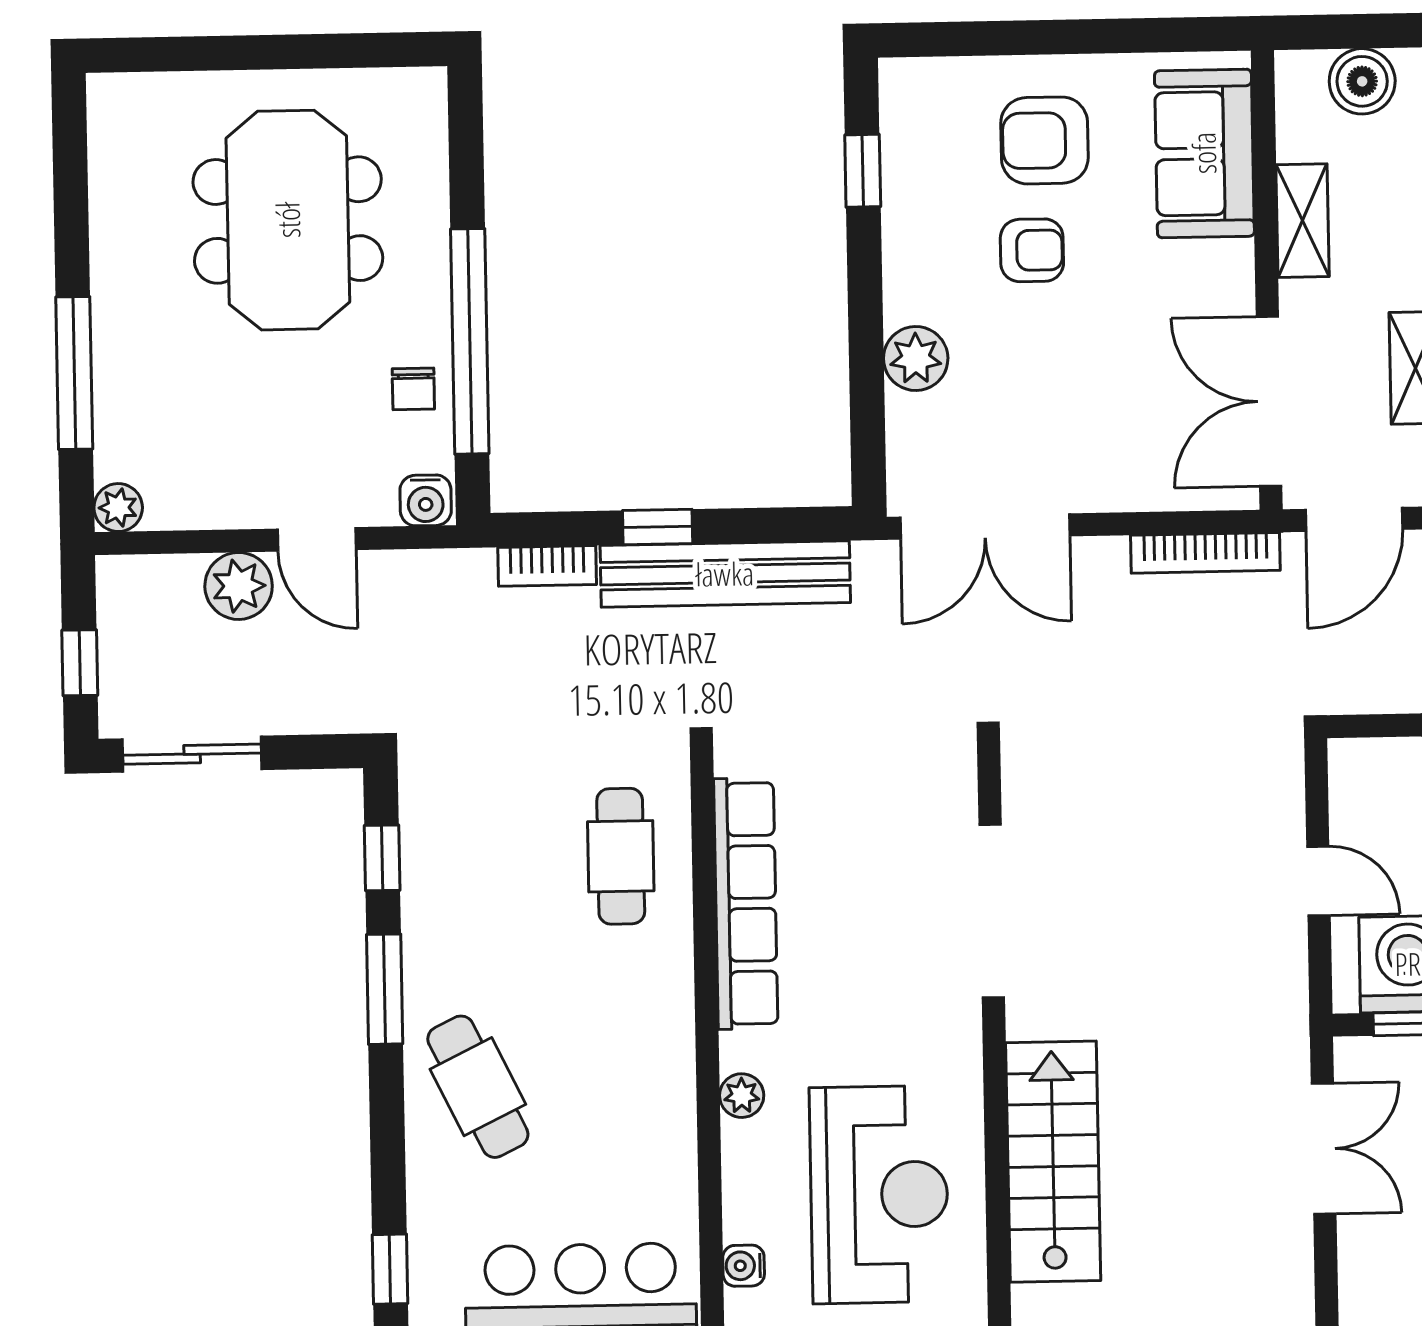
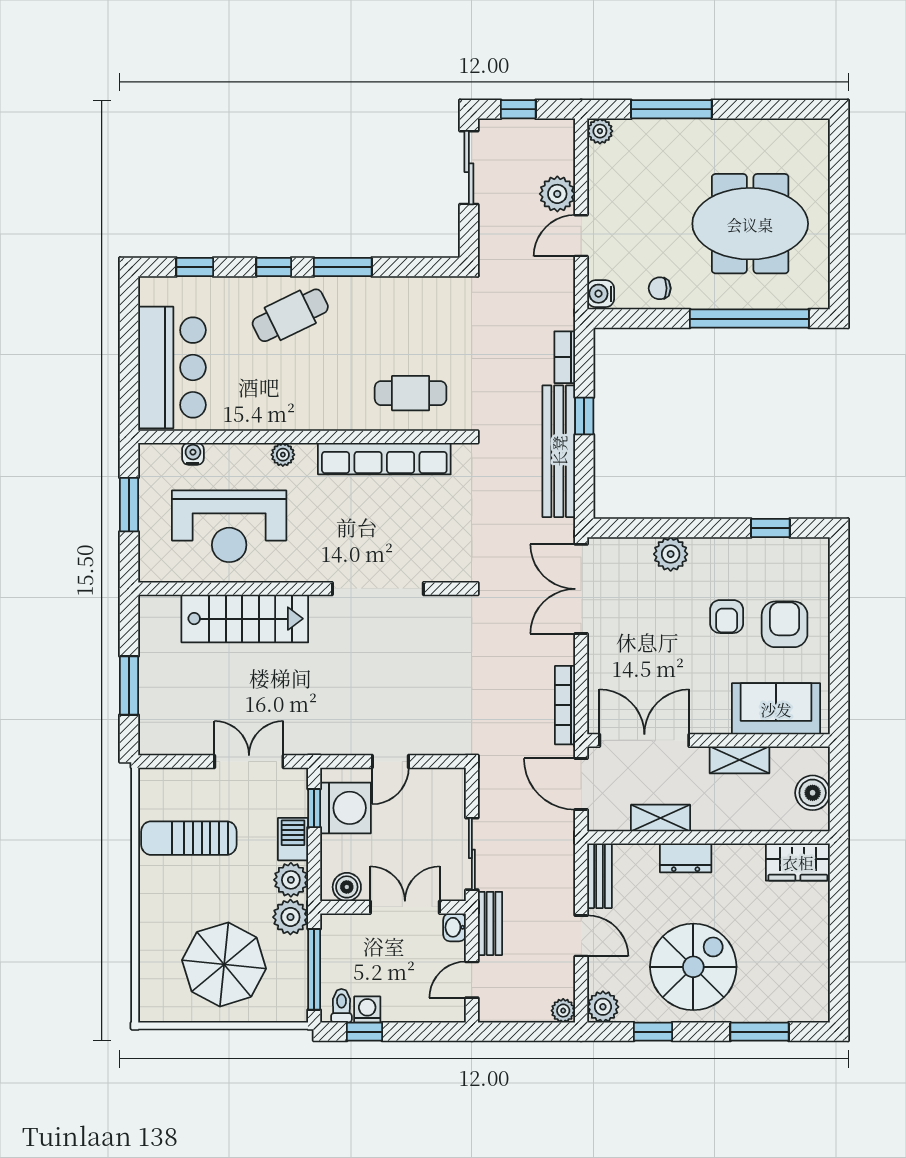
window: (470, 341) -> (749, 319), moved
window: (382, 858) -> (274, 267), moved
double door: (1324, 1149) -> (249, 762), swing flipped

